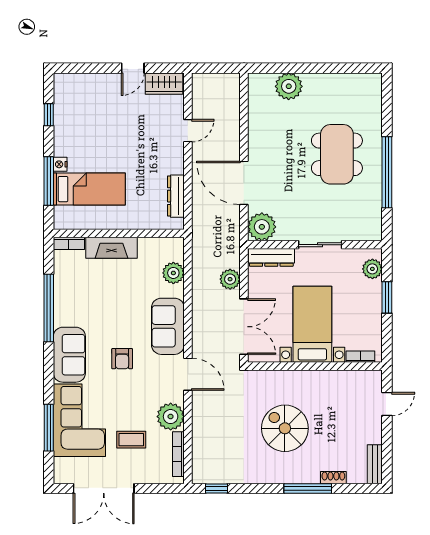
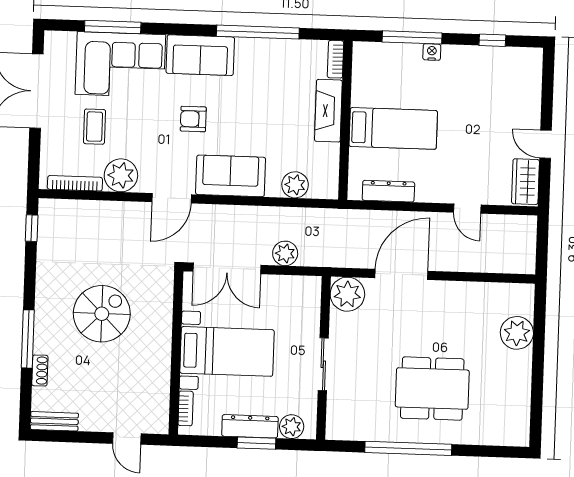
bed: (89, 189) -> (393, 128), moved, turned -90
dresser: (271, 257) -> (250, 426), moved, turned 90

